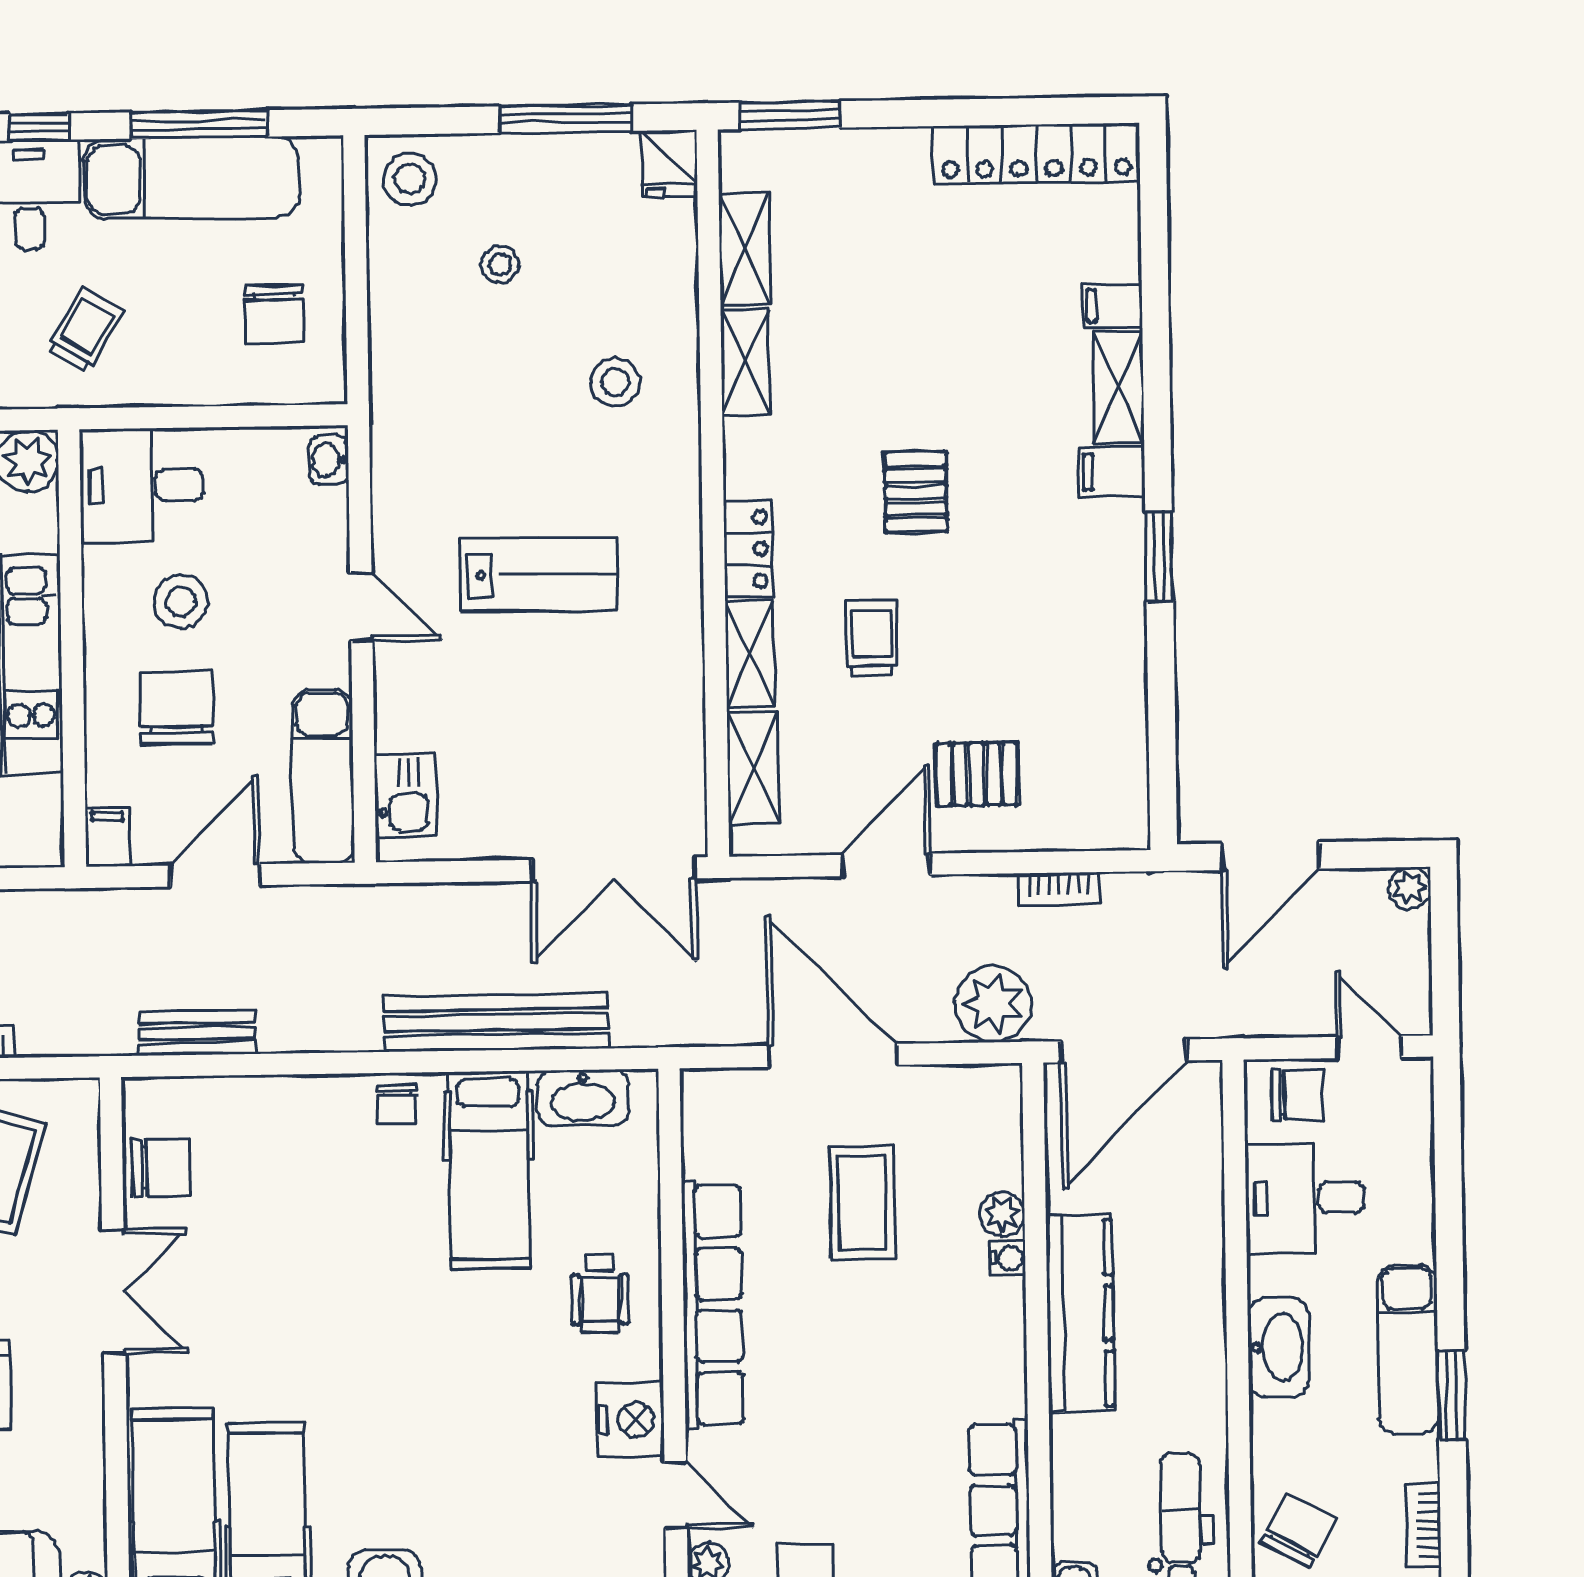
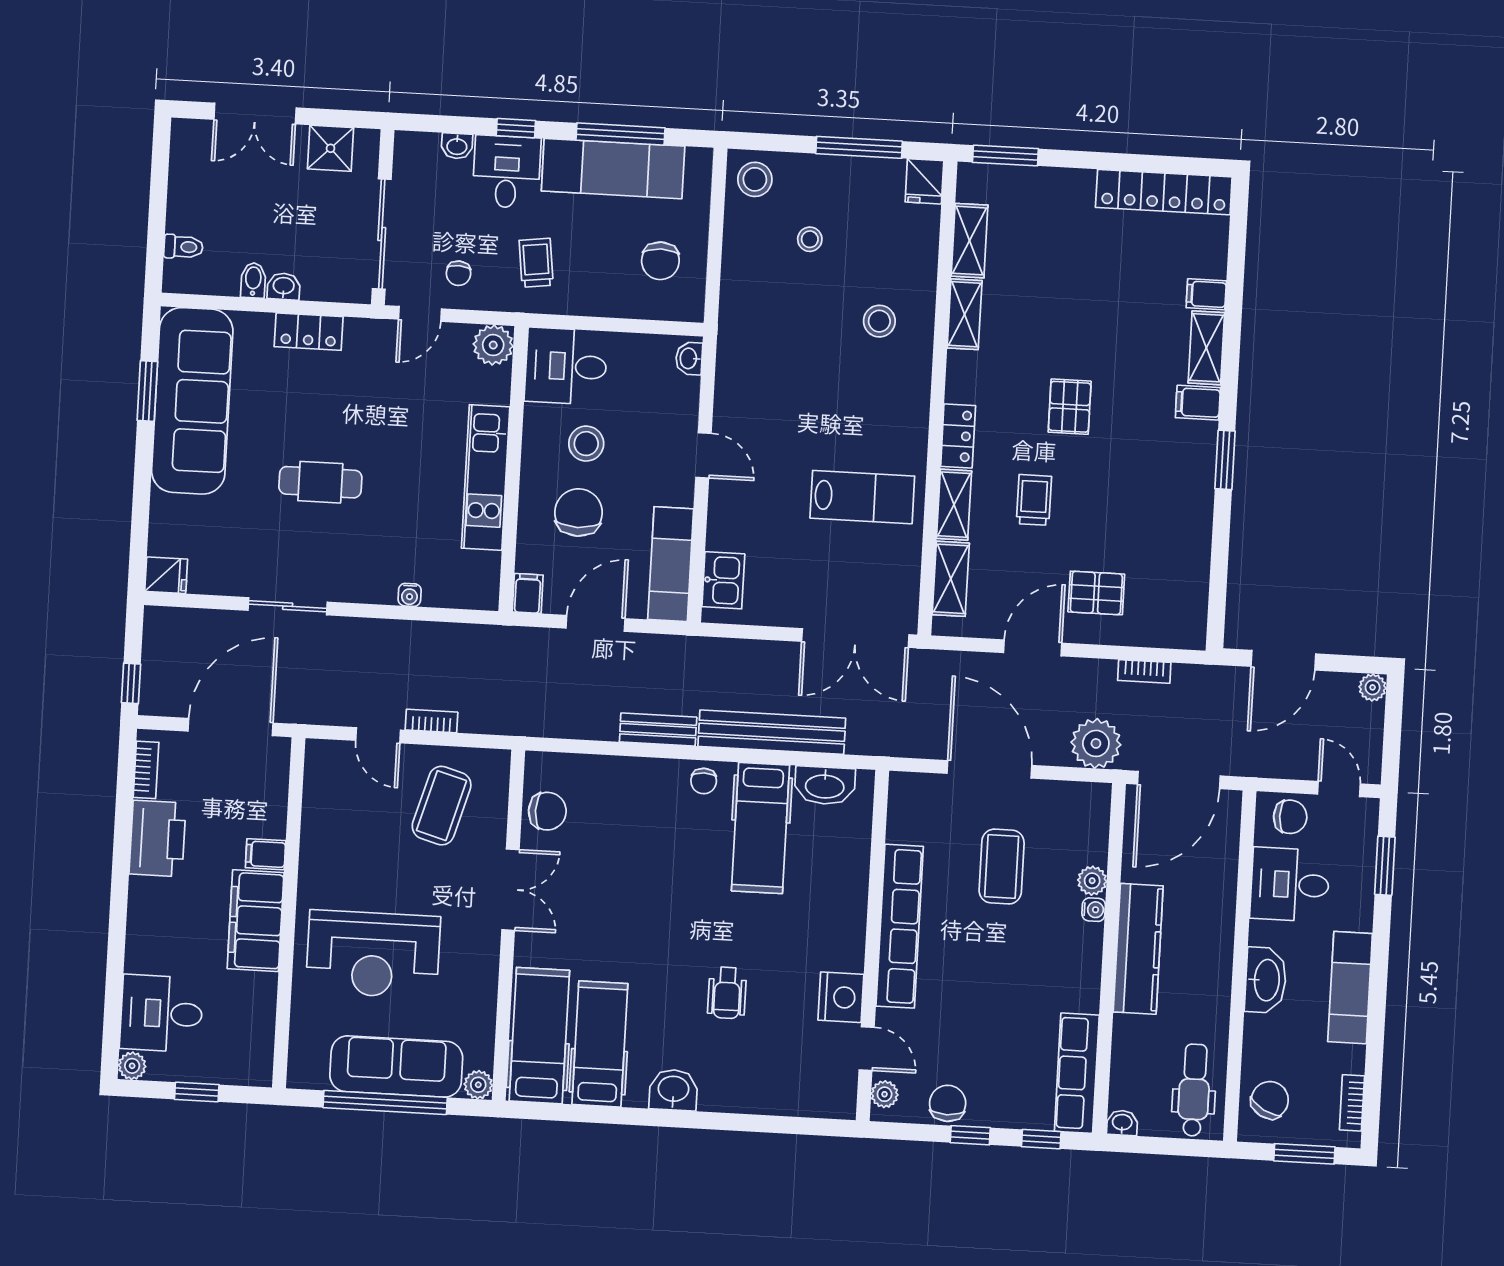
trolley: (84, 330) -> (536, 263), turned -38
lab bench: (539, 575) -> (862, 497), moved
bench: (197, 1033) -> (658, 730), moved
wheelchair: (600, 1293) -> (727, 993), moved
window: (1452, 1395) -> (1385, 866), moved

